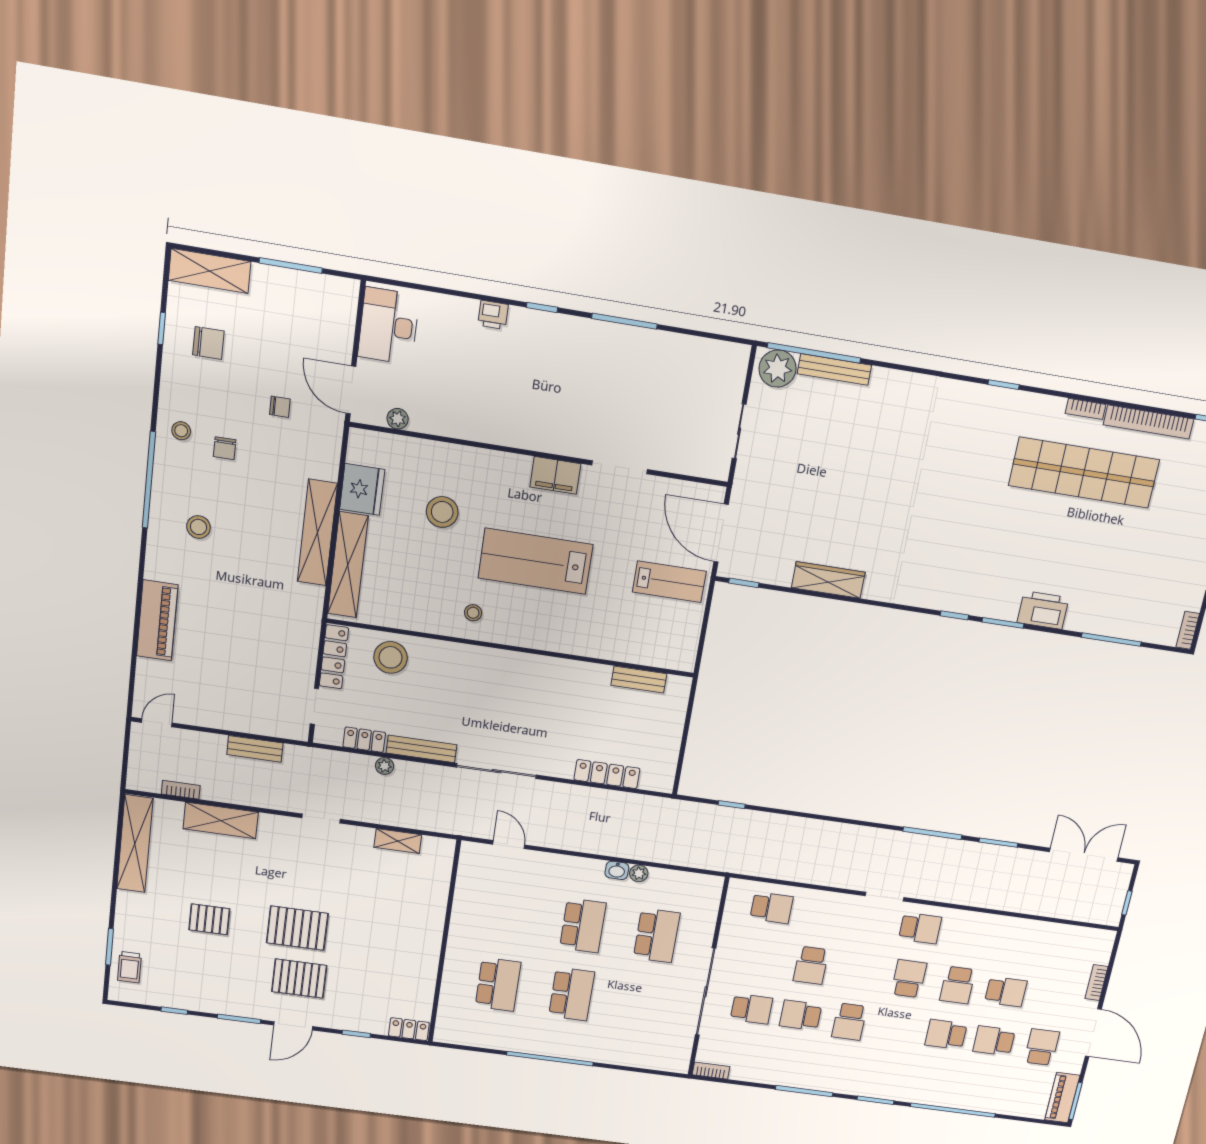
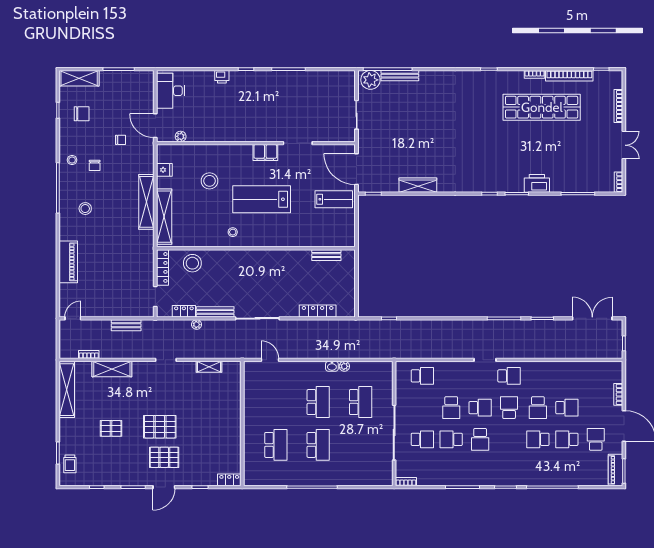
fridge: (362, 489) -> (164, 170), width x0.53, depth x0.75
school desk: (860, 972) -> (480, 408), added

